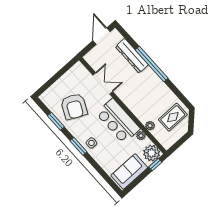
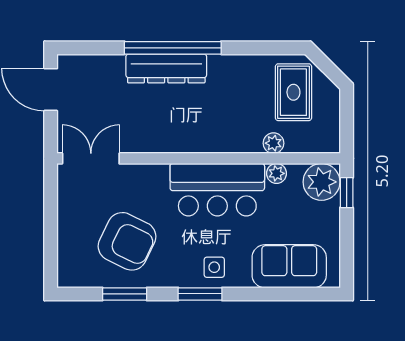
dresser: (132, 56) -> (166, 68), moved
double door: (103, 83) -> (91, 158), moved
sofa: (129, 172) -> (289, 266), moved, turned 90

